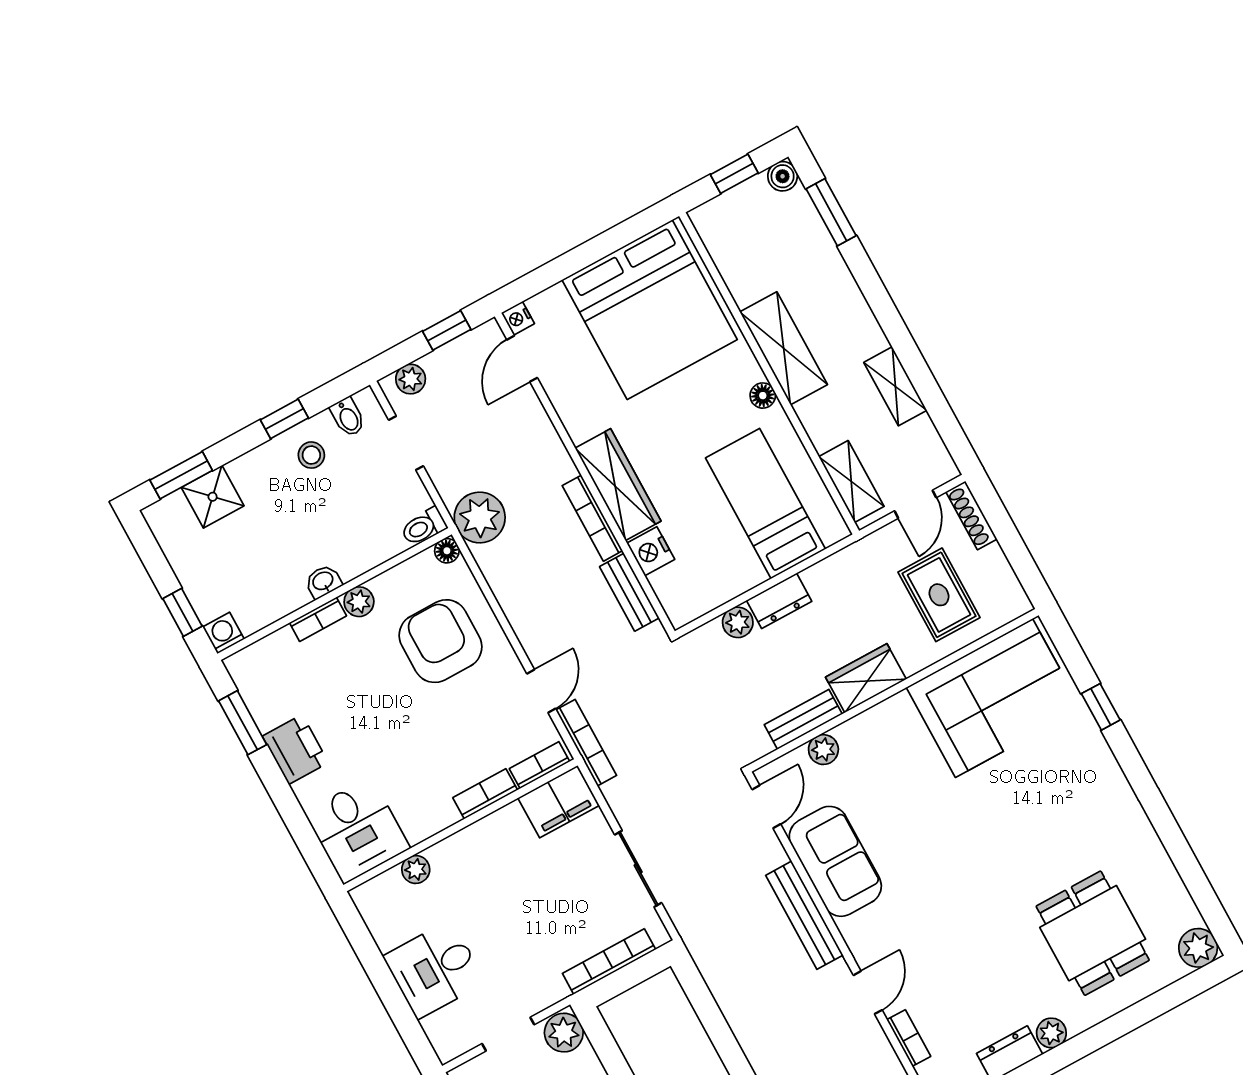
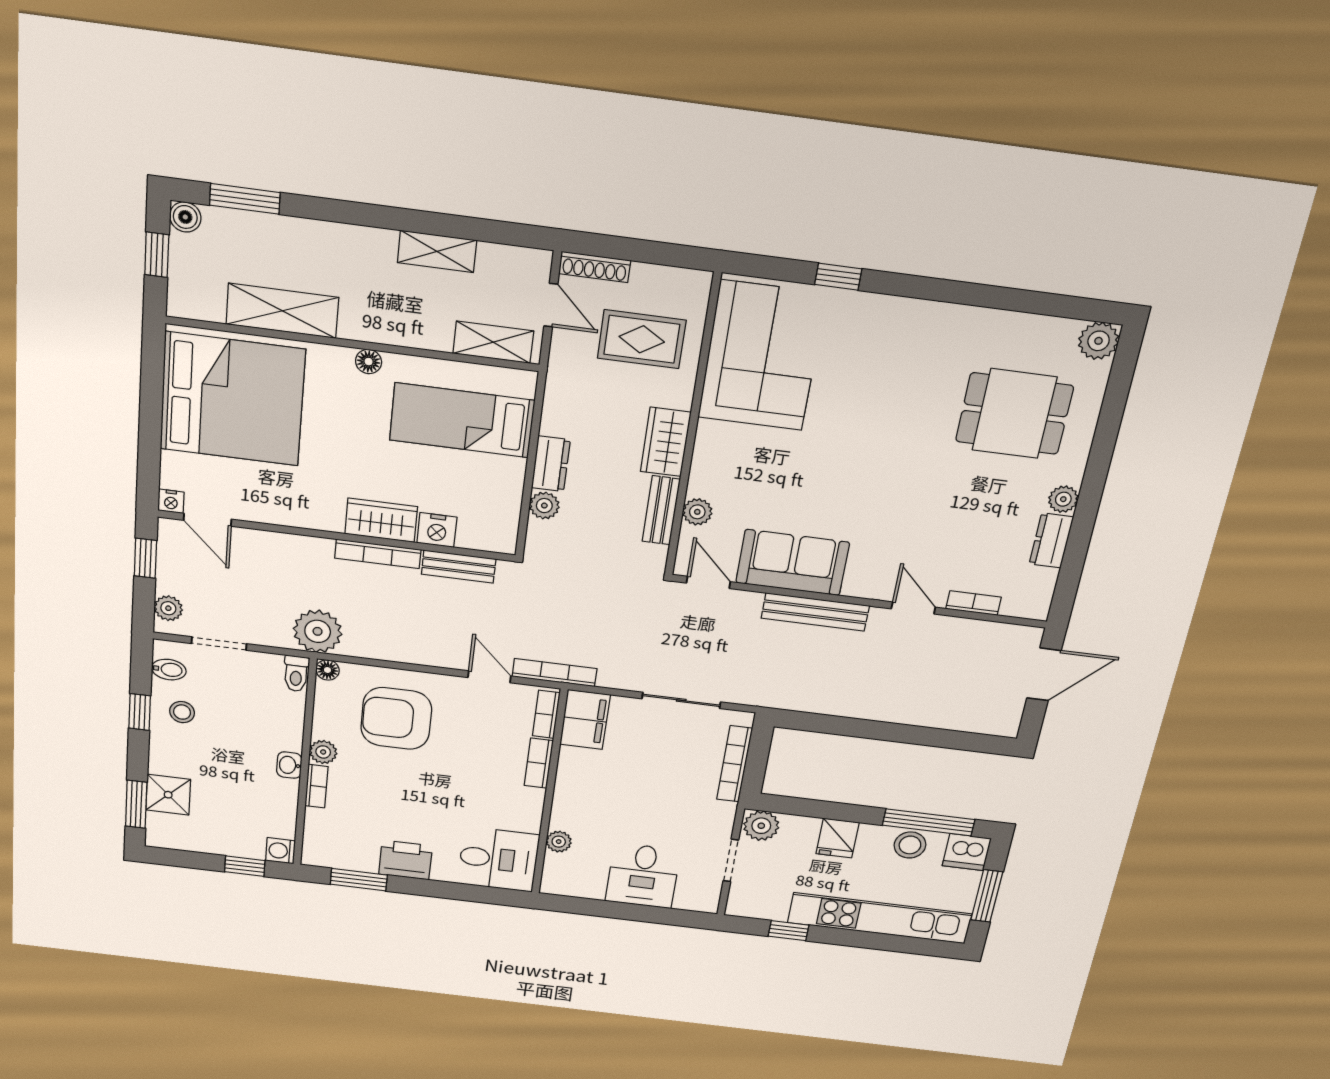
shelving: (784, 348) -> (282, 311), moved
wardrobe: (618, 485) -> (381, 520), width x0.67

